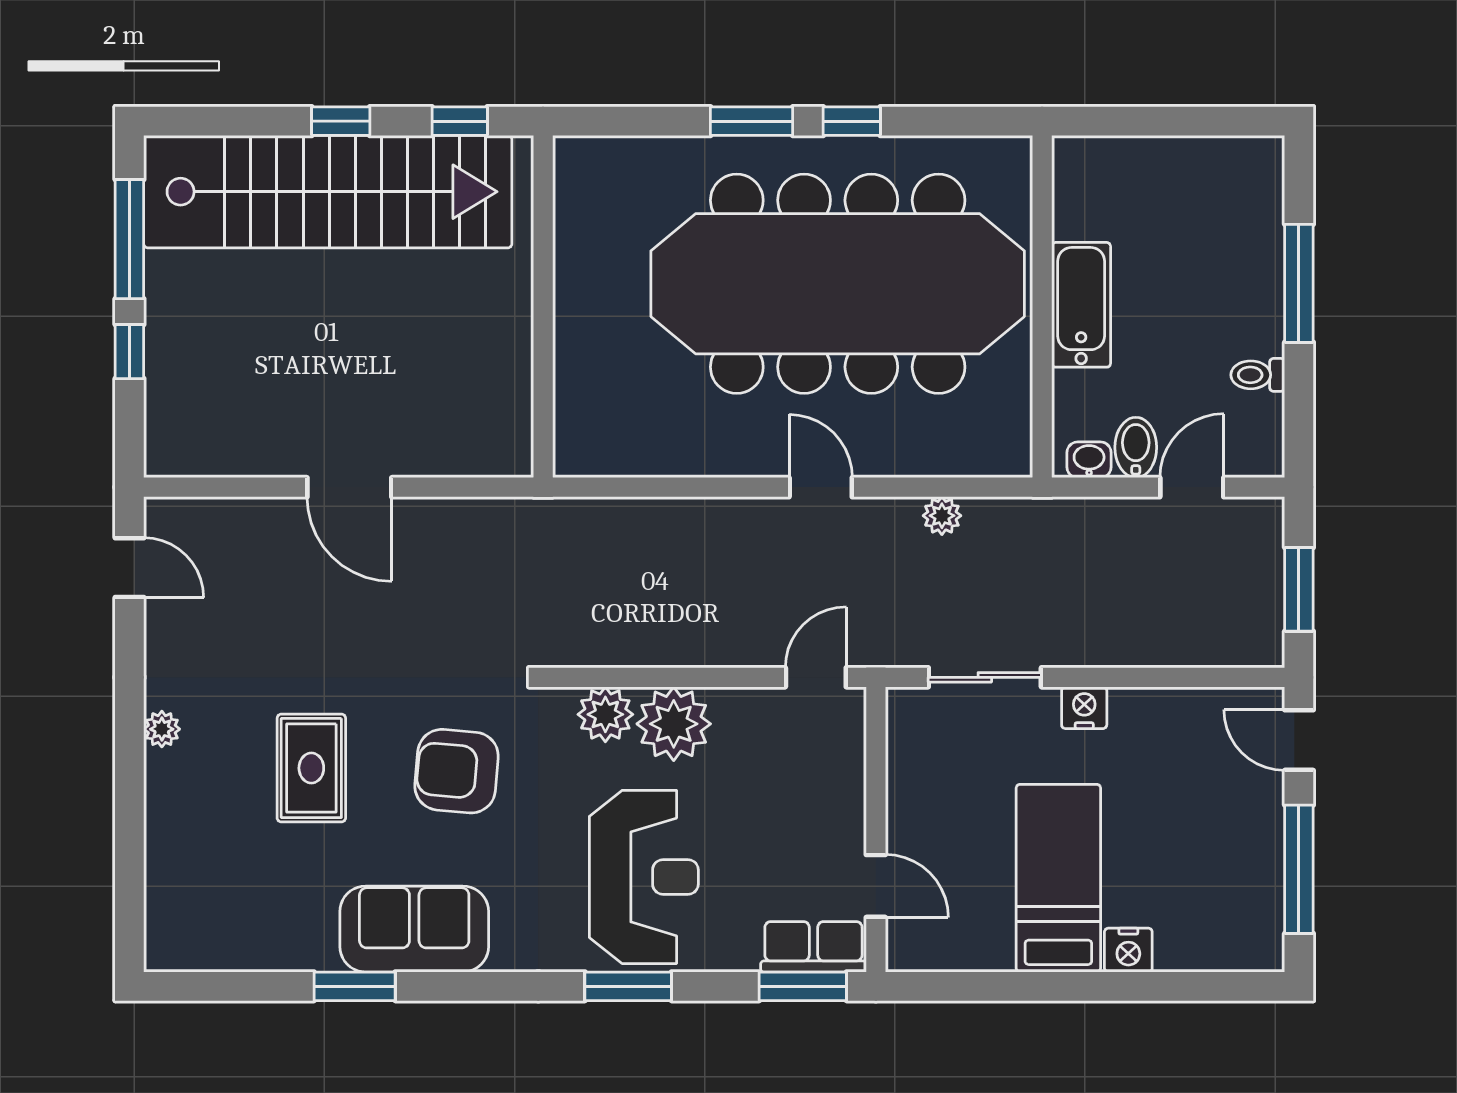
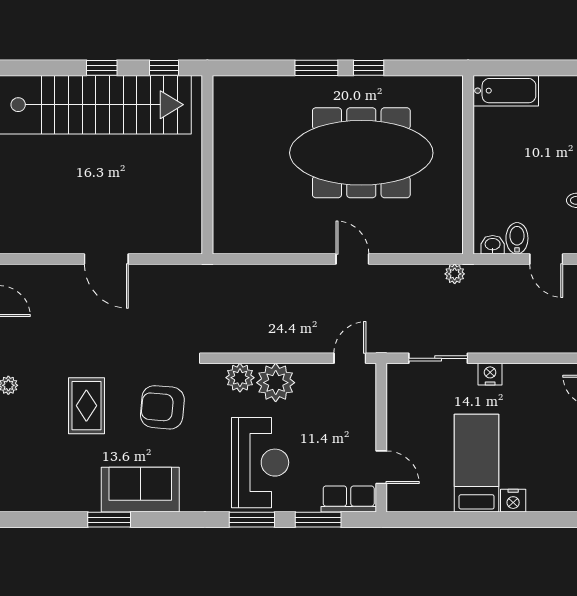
meeting table: (838, 284) -> (361, 153), width x0.73, depth x0.79
bathtub: (1081, 305) -> (506, 91), moved, turned 90
door: (1192, 487) -> (546, 259), swing flipped
plant: (942, 516) -> (455, 274), moved
window: (803, 986) -> (318, 520), moved

